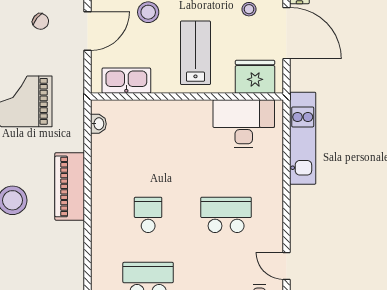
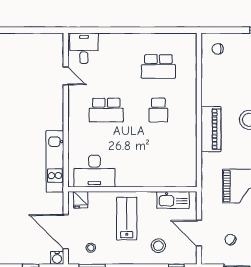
door: (88, 31) -> (199, 233), hinge flipped
lab bench: (195, 53) -> (127, 219), turned 180
fridge: (255, 77) -> (81, 200), width x0.53, depth x0.75
washbasin: (98, 124) -> (192, 171), removed

